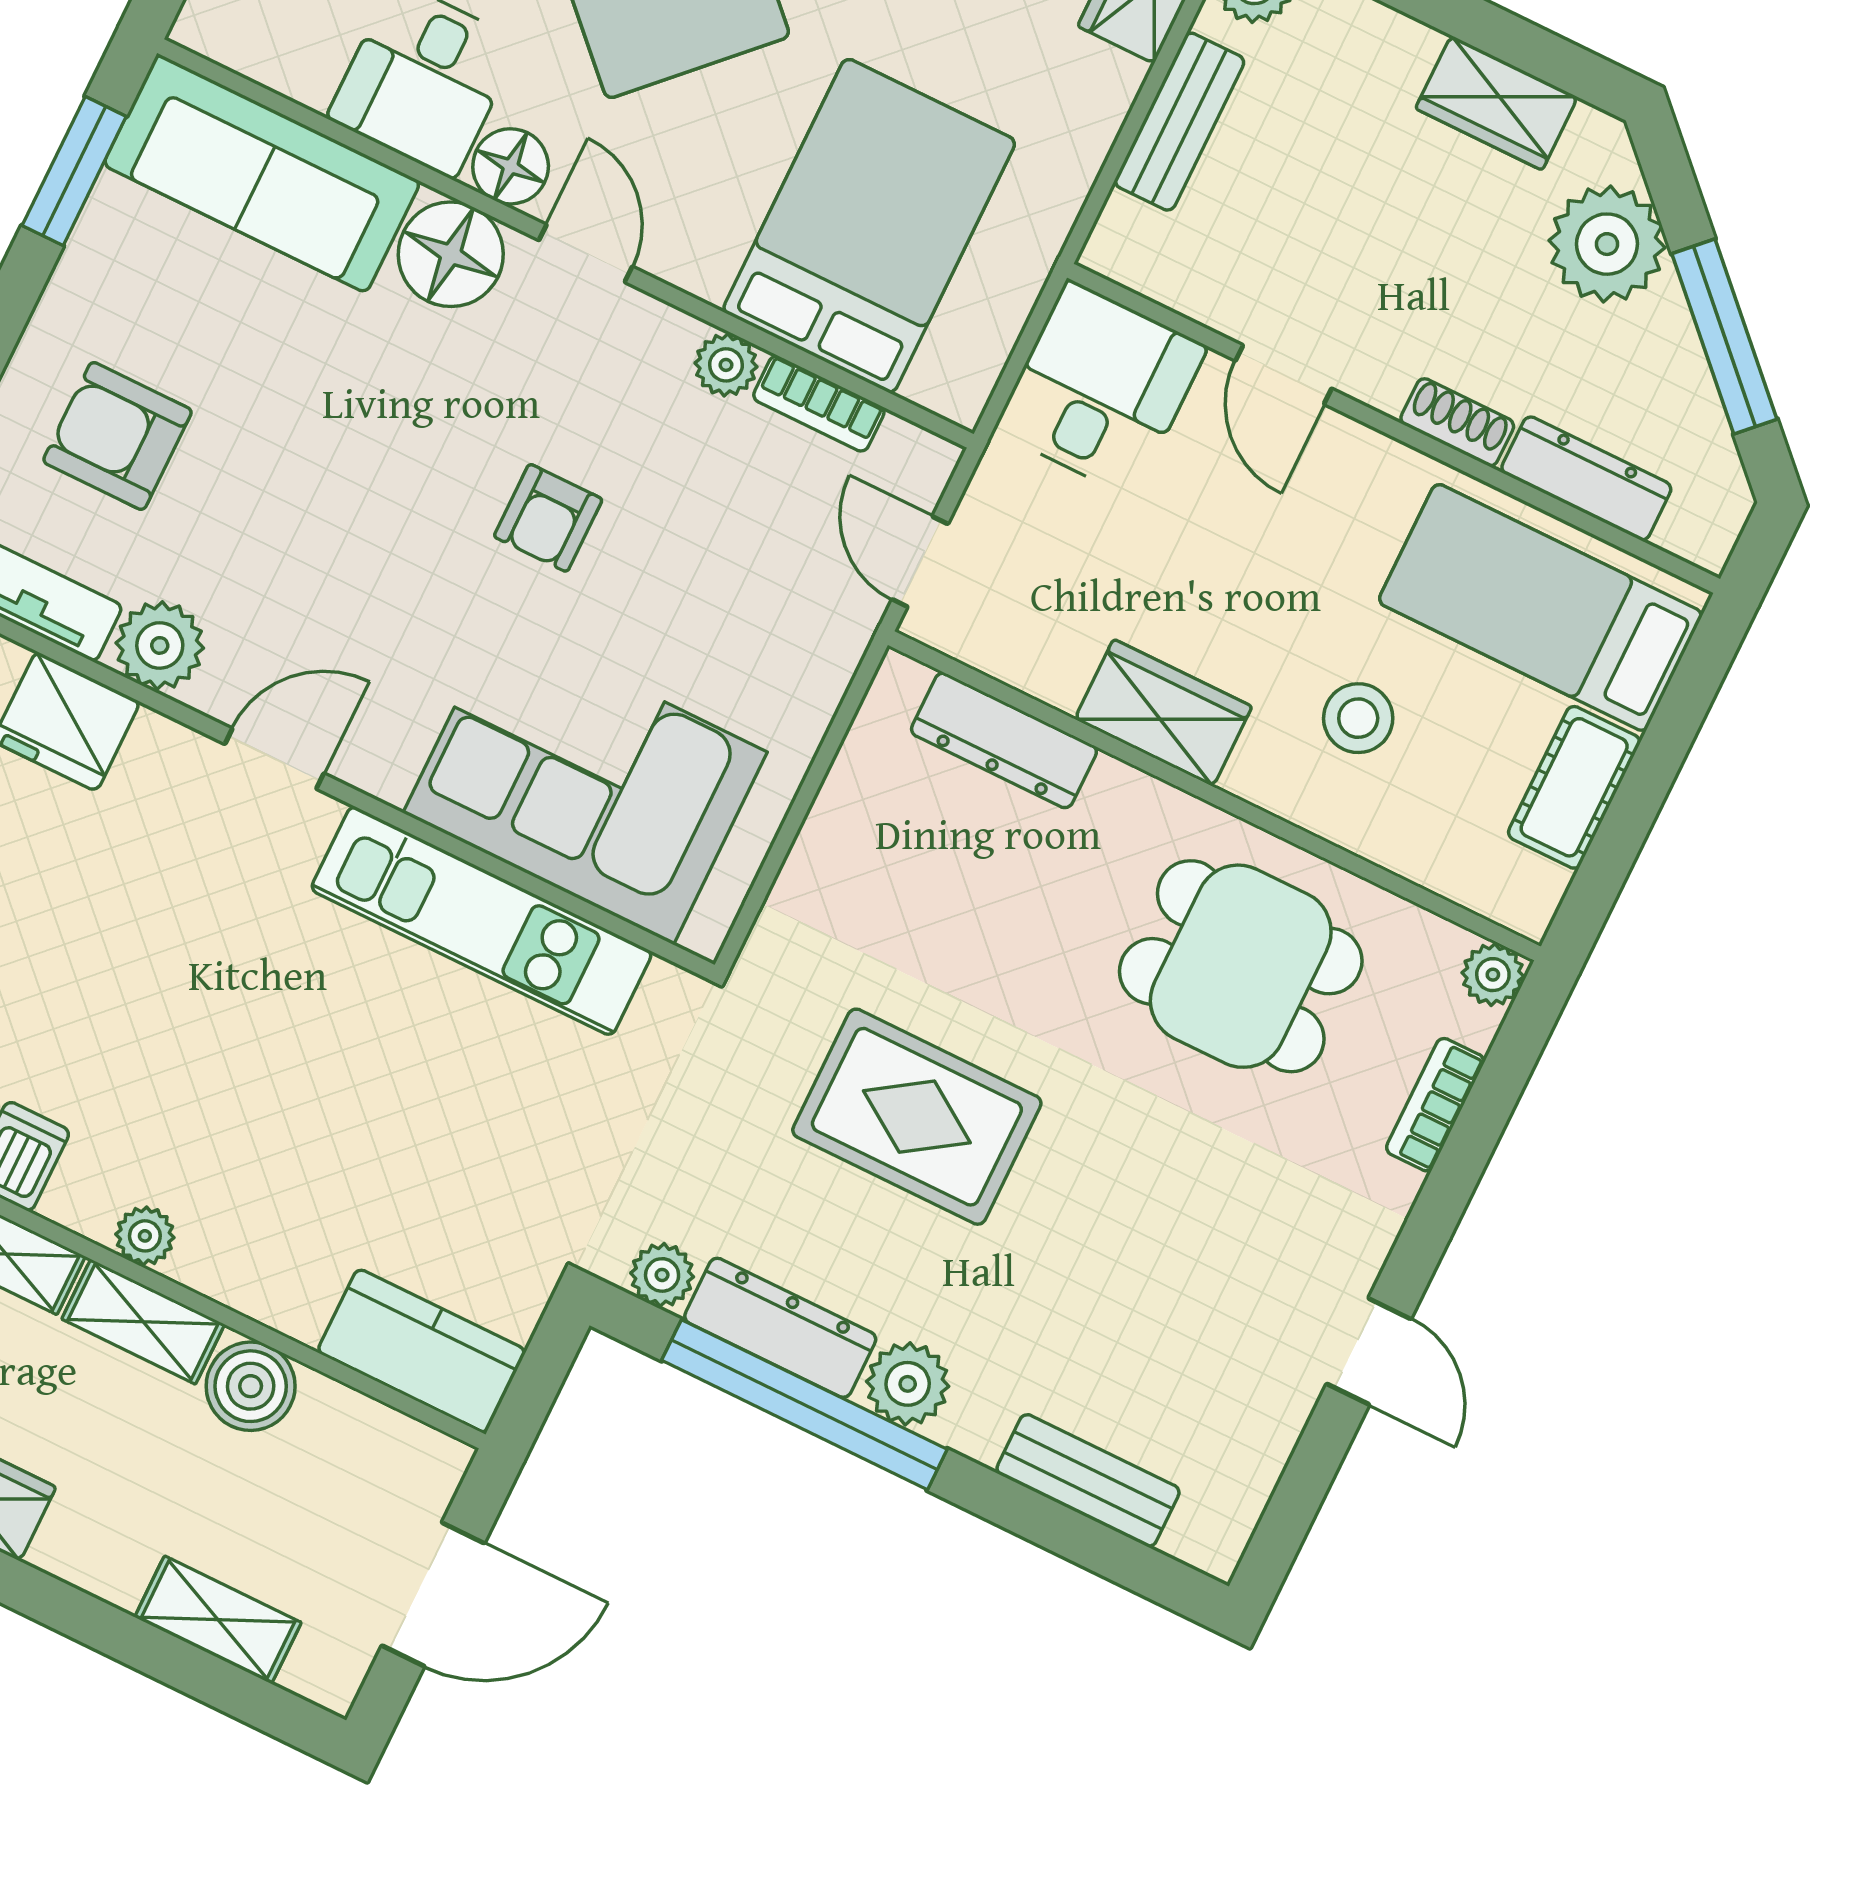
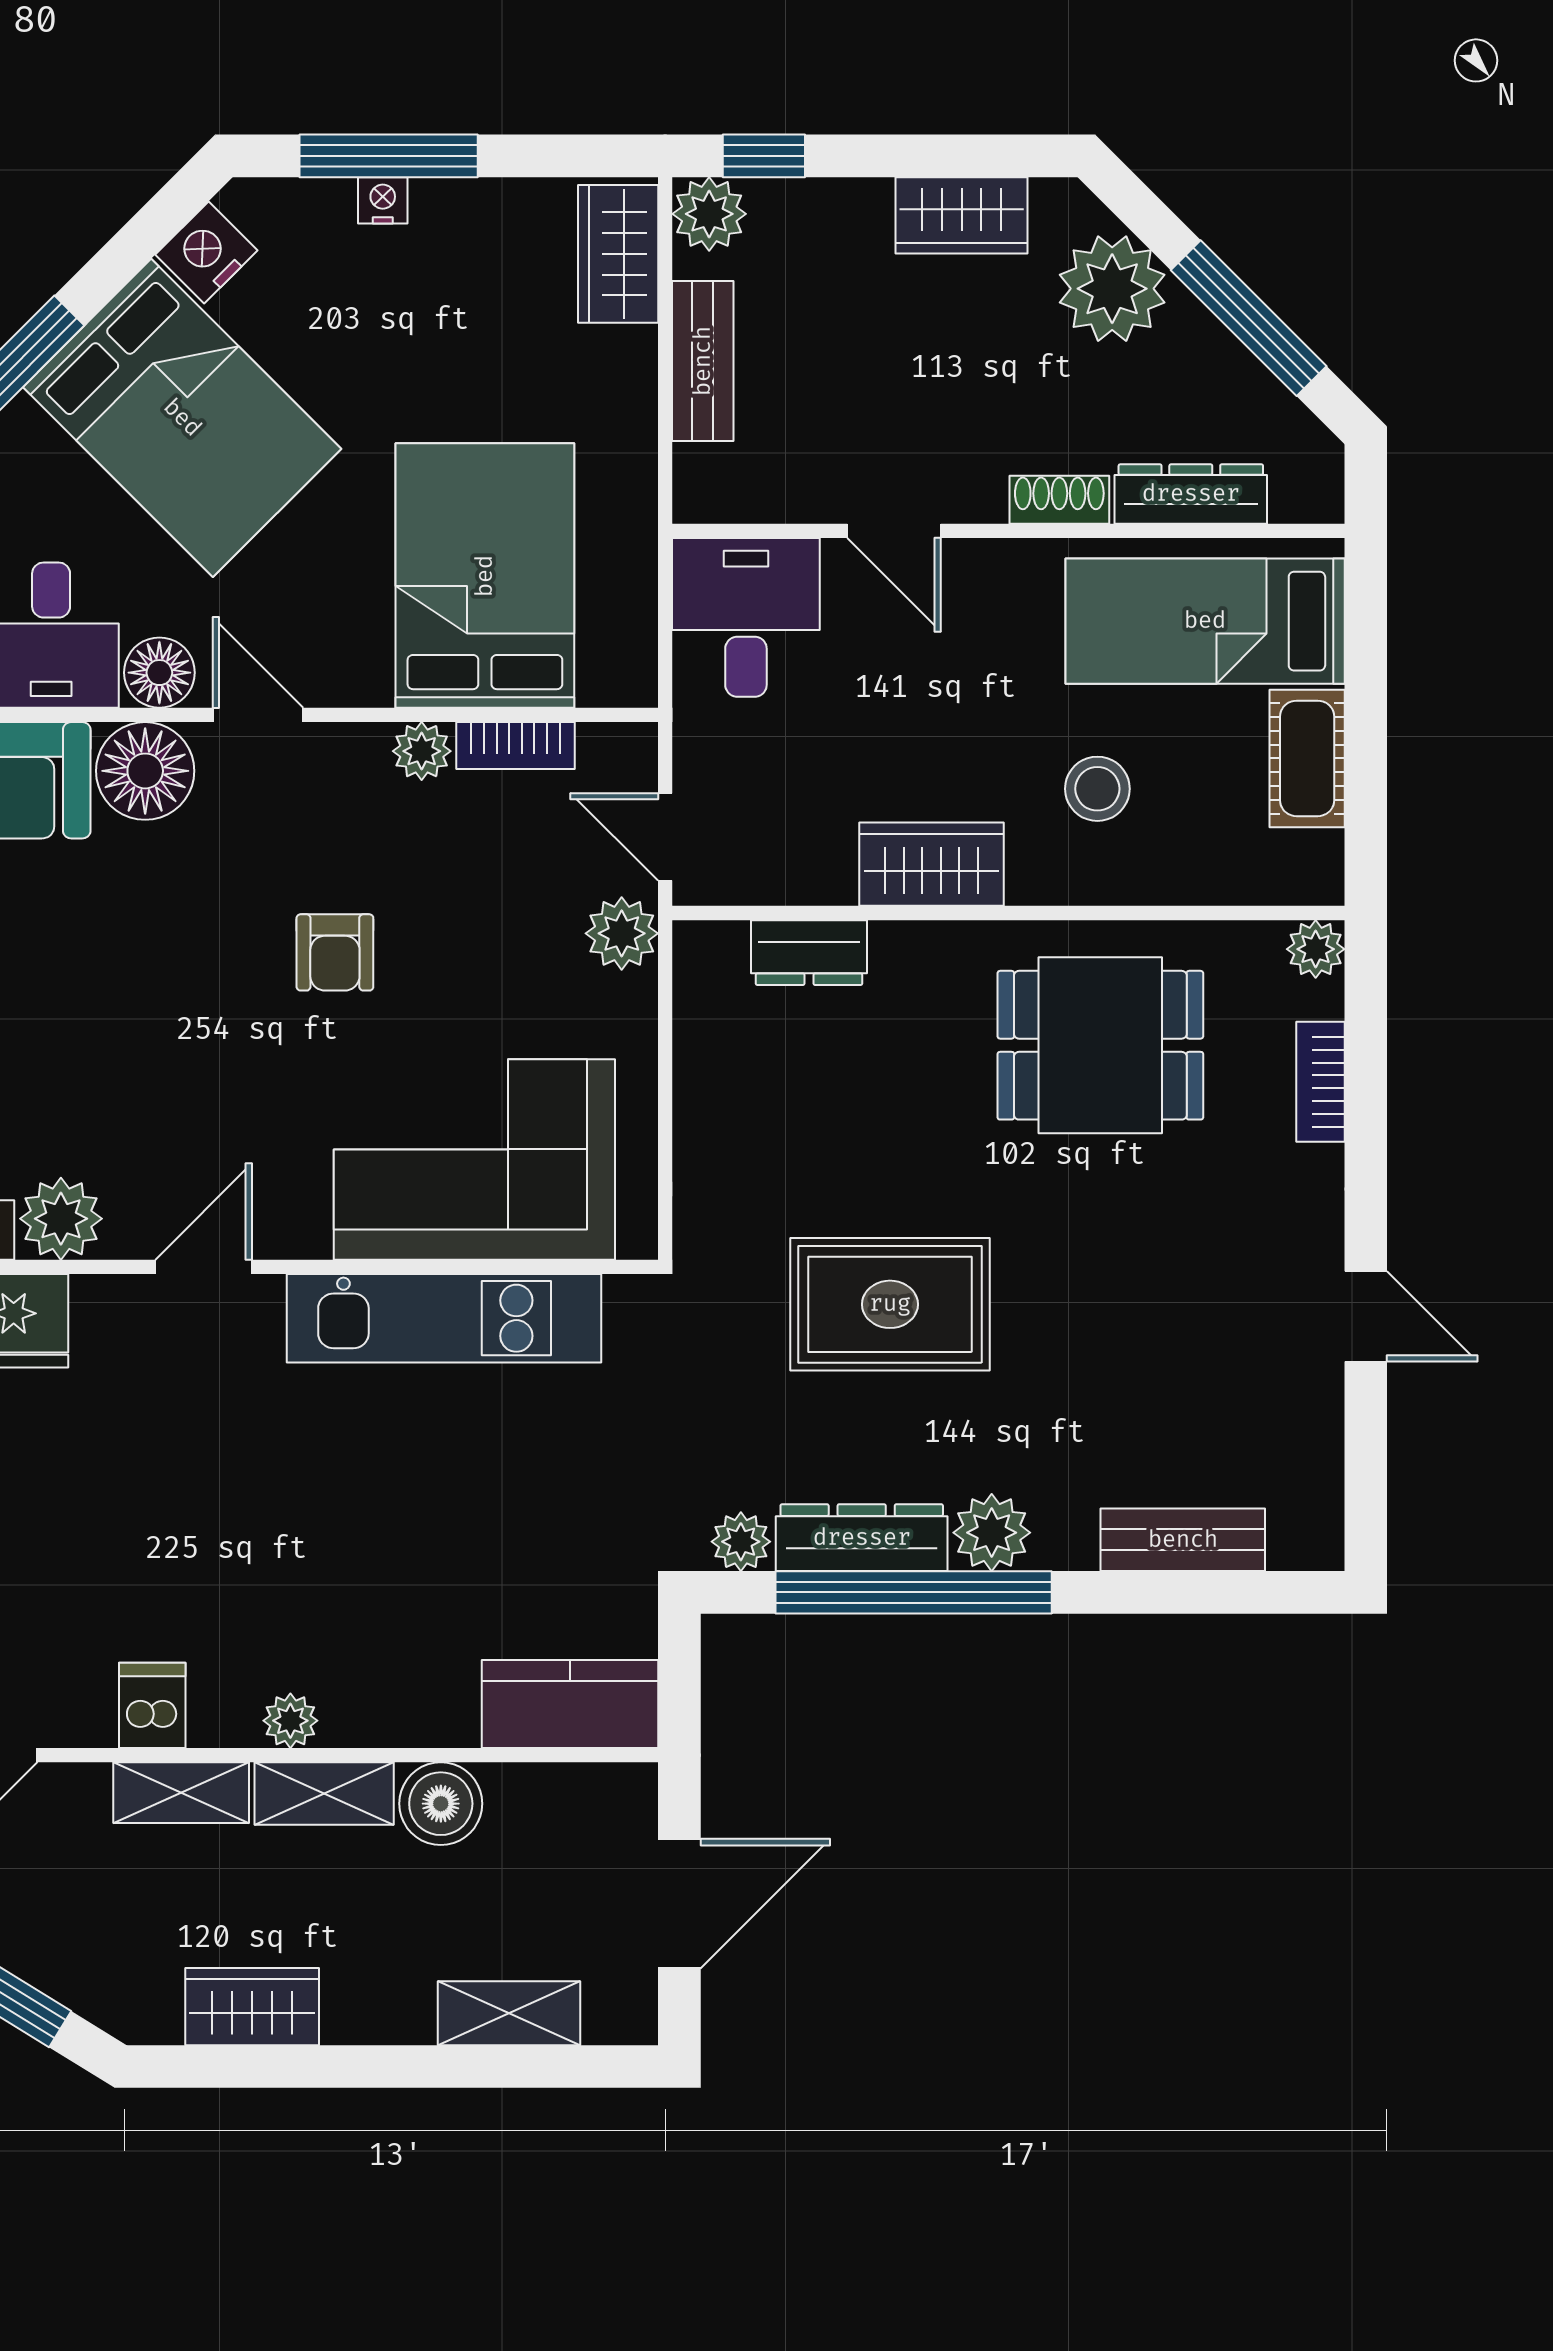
plant: (833, 634) -> (622, 933), added
dresser: (1004, 740) -> (809, 953), width x0.70

